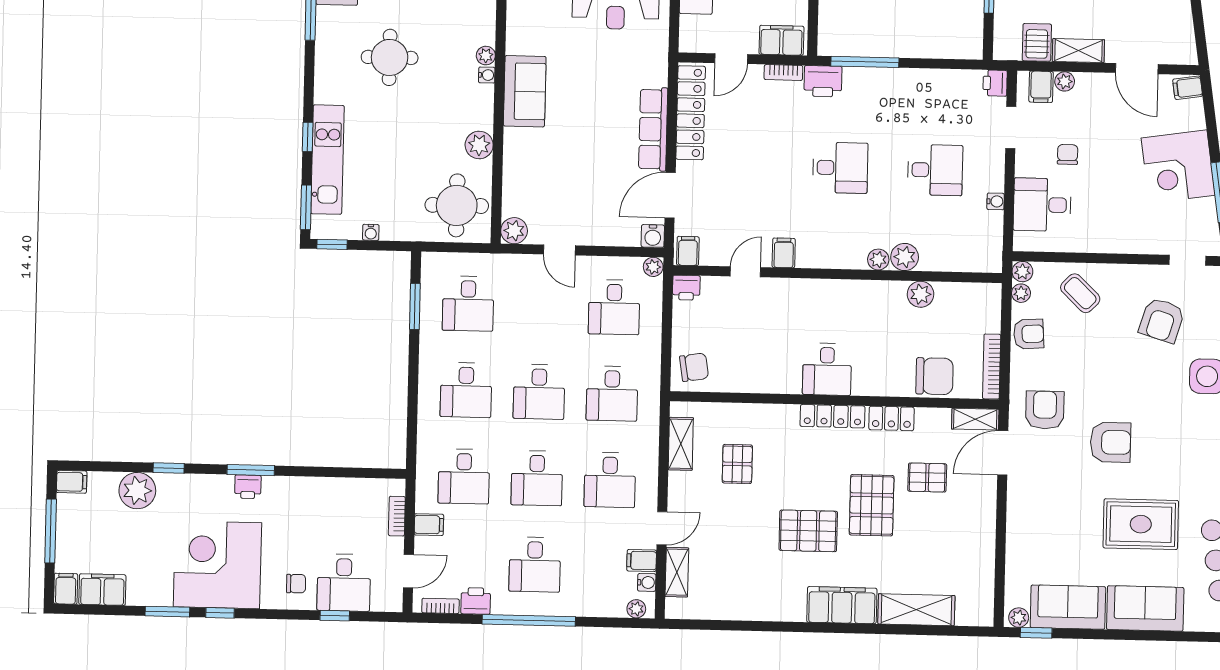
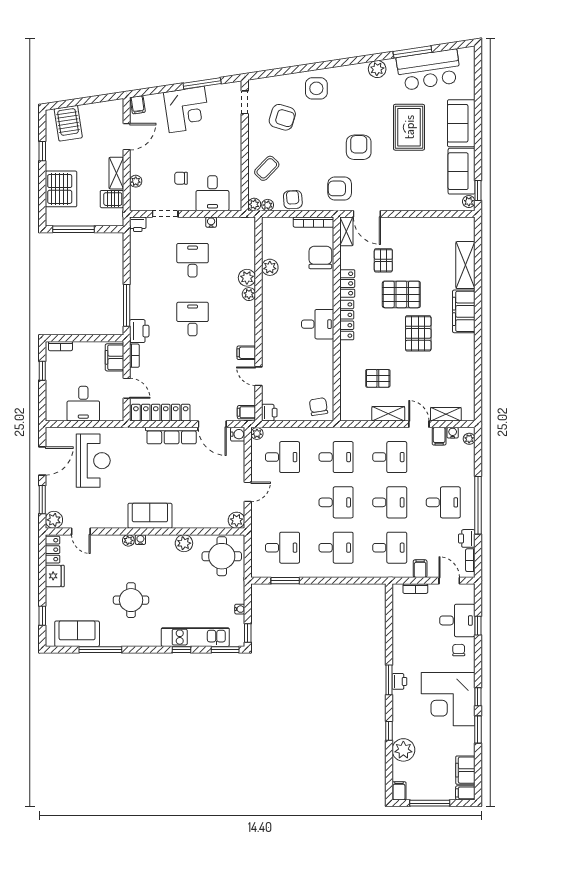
filing cabinet: (1041, 87) -> (139, 196), removed
shelving: (681, 444) -> (388, 414), moved

